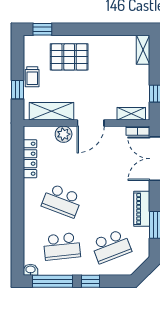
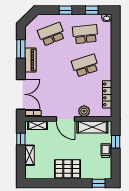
shelving: (143, 50) -> (30, 155), moved
pallet: (69, 57) -> (68, 169), moved
door: (91, 123) -> (65, 119), swing flipped
school desk: (62, 201) -> (85, 65), turned -39
window: (52, 281) -> (92, 10), width x0.46

